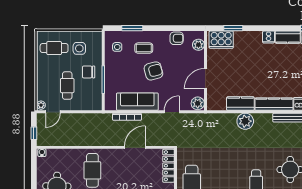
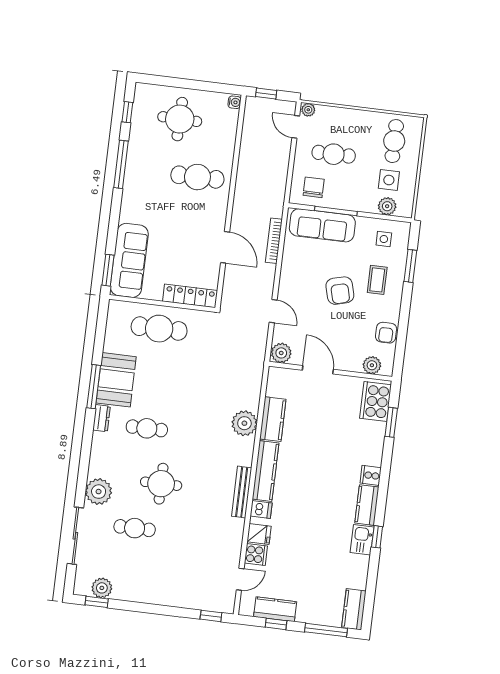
plant: (96, 47) -> (387, 206), added
chair: (89, 72) -> (314, 187), moved
sofa: (137, 102) -> (322, 225), moved, turned 90

